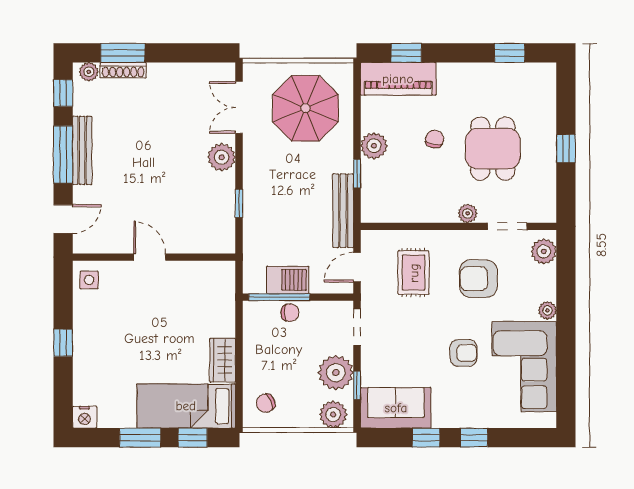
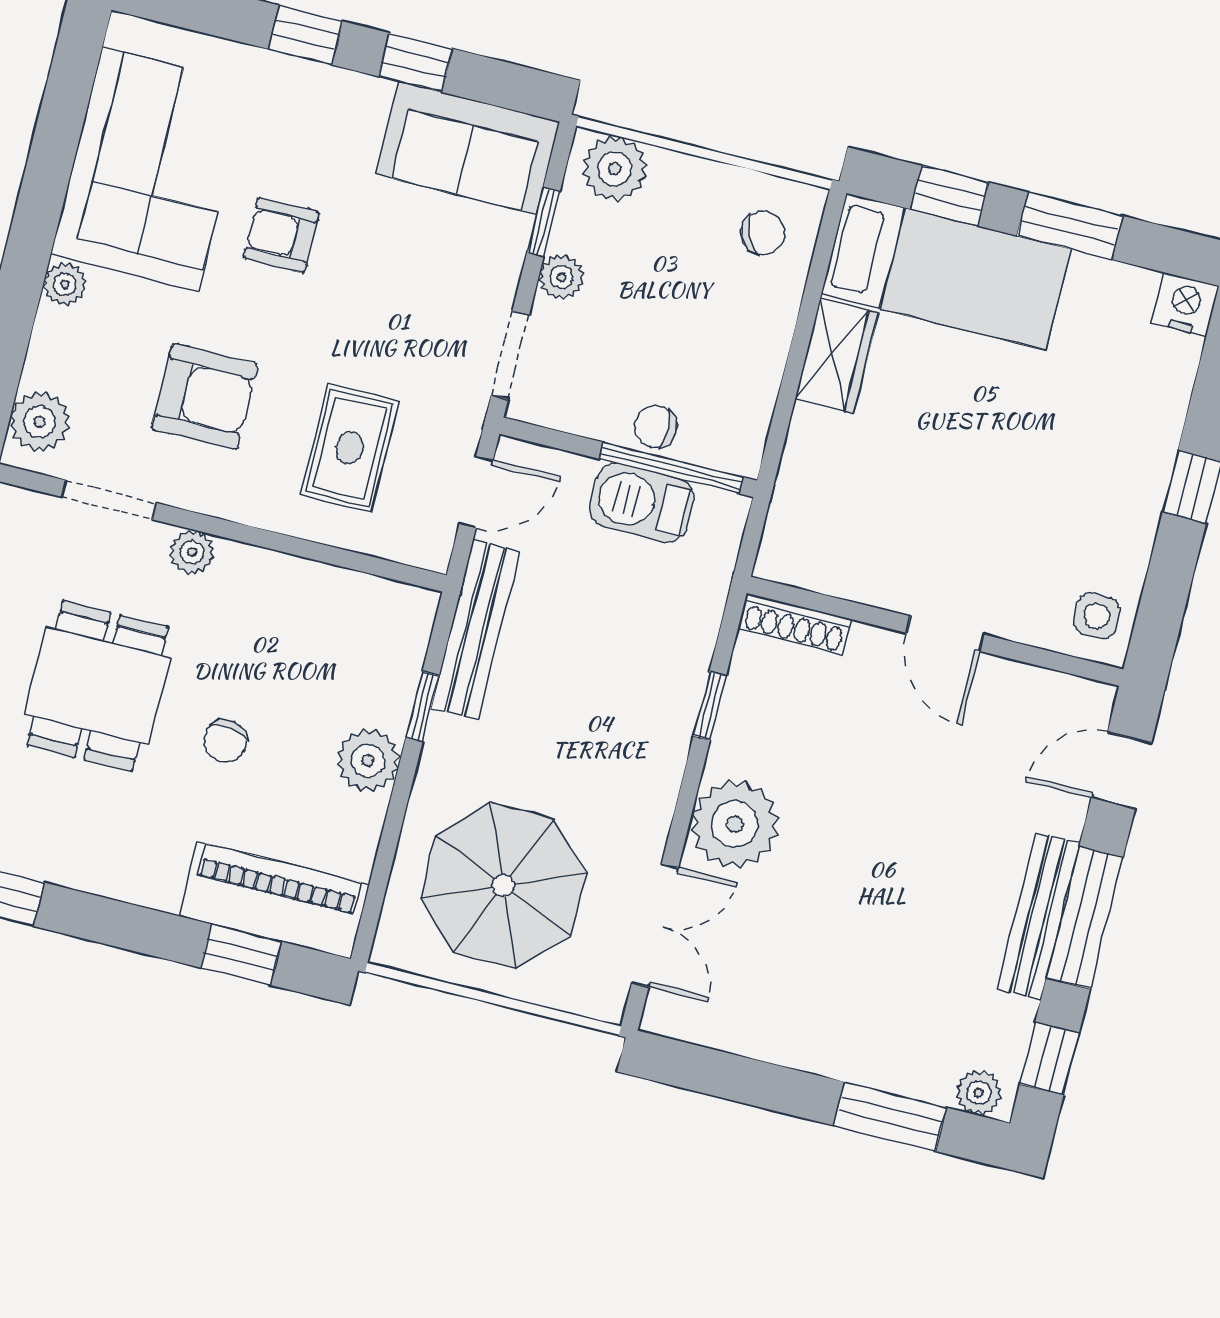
shoe rack: (123, 70) -> (795, 624), moved, turned 180
plant: (222, 157) -> (735, 824), width x1.36, depth x1.36
plant: (336, 373) -> (561, 277), width x0.53, depth x0.53

